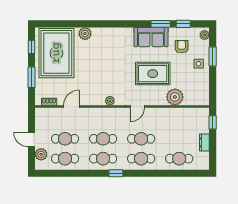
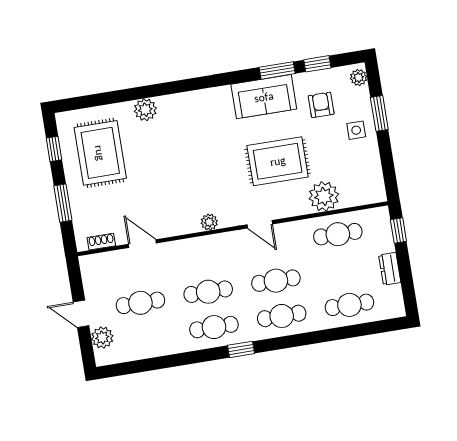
rug: (56, 53) -> (100, 153), width x0.73, depth x0.69
door: (71, 107) -> (142, 244), hinge flipped
door: (137, 107) -> (260, 224), hinge flipped
cafe table: (65, 159) -> (338, 234), moved

